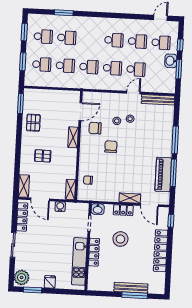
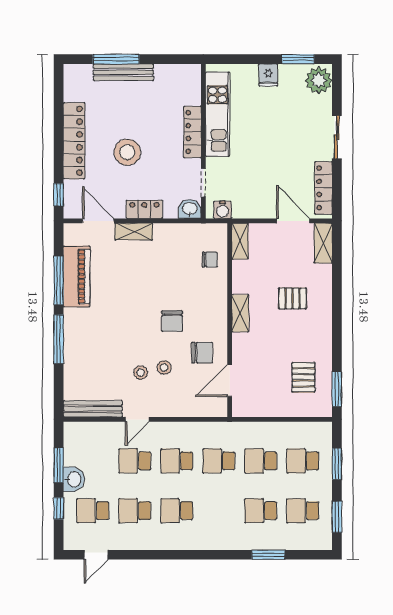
pallet: (33, 123) -> (303, 377), moved
shelving: (73, 137) -> (240, 313), moved
water cooler: (60, 207) -> (223, 210), moved
stool: (120, 239) -> (127, 152), moved

